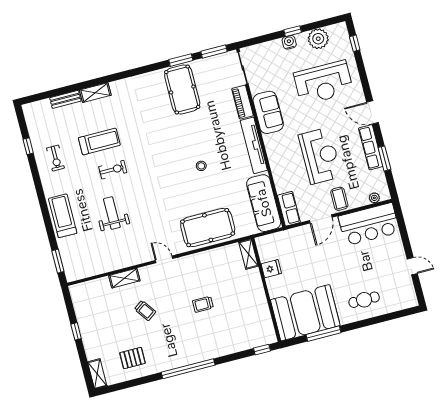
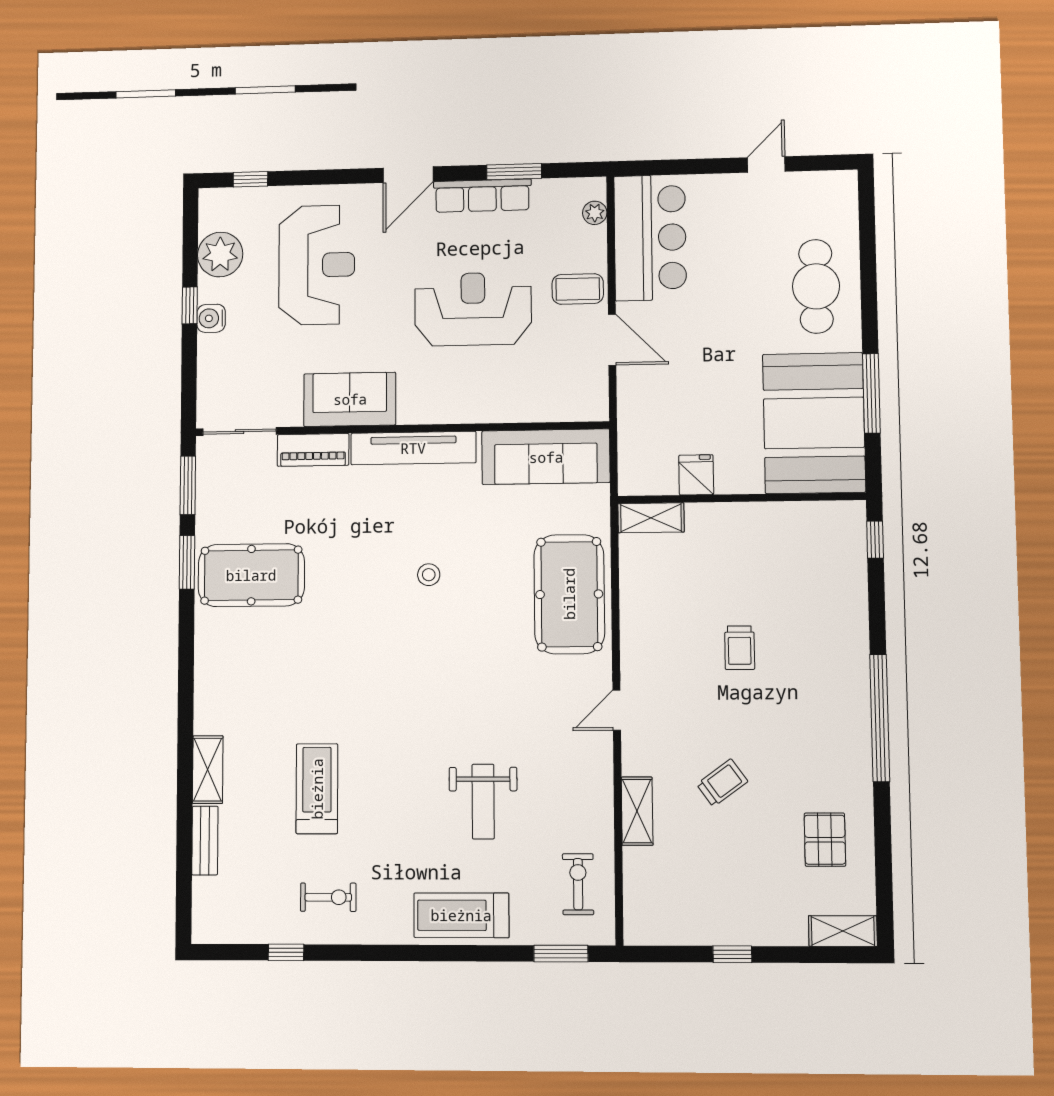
exercise bike: (113, 170) -> (578, 884), moved
row of seats: (289, 209) -> (572, 404), removed
weight bench: (112, 213) -> (483, 802), turned -90
cafe table: (364, 300) -> (816, 286), width x1.37, depth x1.35

